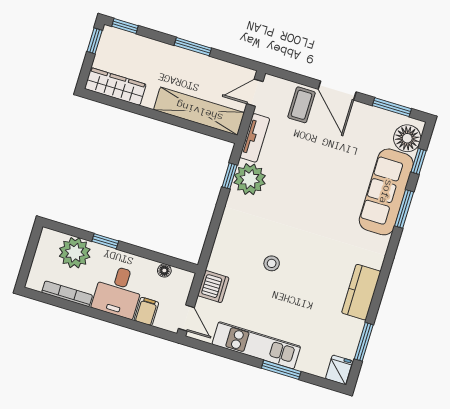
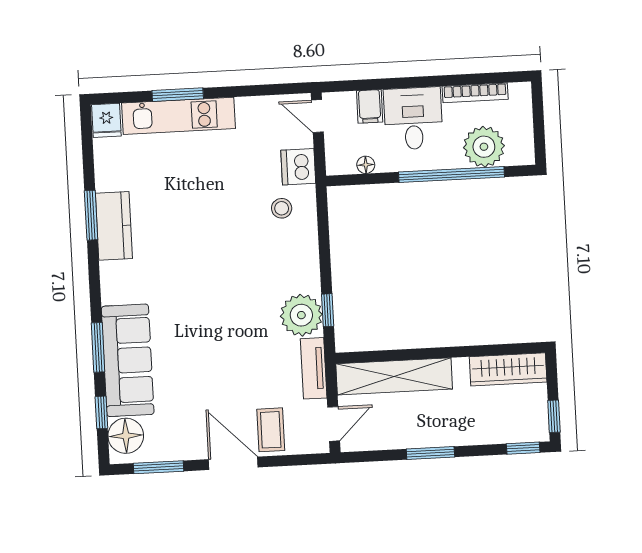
window: (105, 241) -> (451, 175), width x3.17
stool: (272, 263) -> (282, 208), moved
window: (364, 342) -> (91, 215), moved
kitchen unit: (256, 345) -> (178, 116), moved

